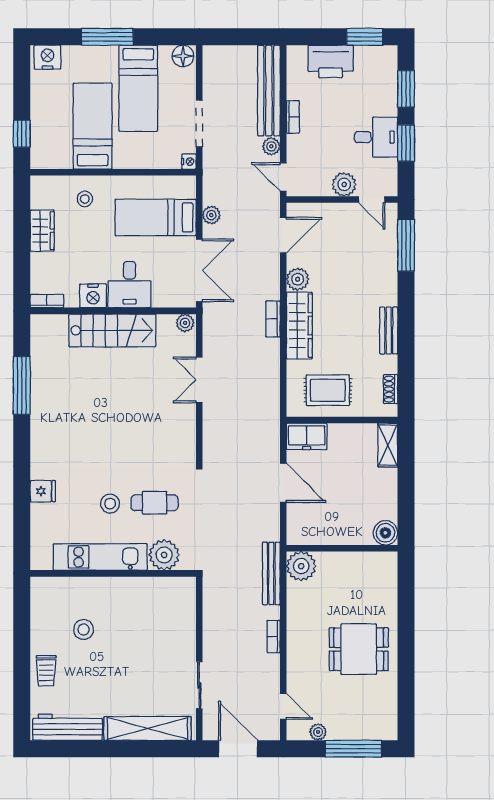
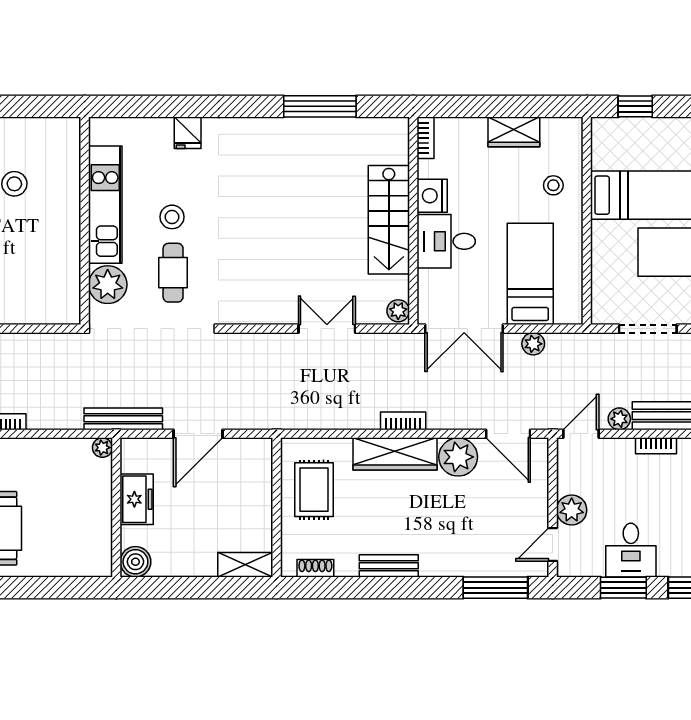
nightstand: (189, 162) -> (600, 316), removed
plant: (298, 279) -> (458, 457), width x1.36, depth x1.36
freezer: (307, 436) -> (137, 499), moved, turned 180
plant: (301, 566) -> (102, 448), width x0.53, depth x0.53
bench: (271, 574) -> (123, 419), moved

